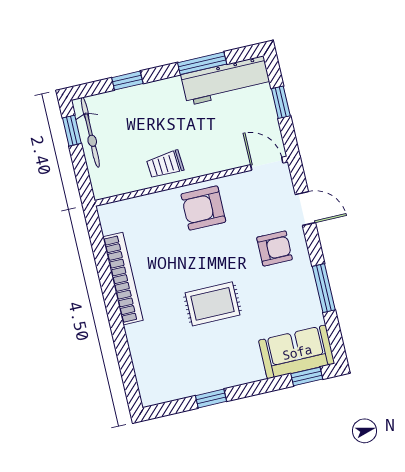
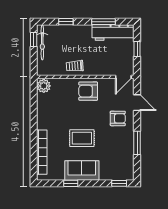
door: (267, 164) -> (123, 77), swing flipped
plant: (113, 218) -> (44, 86), added
bookcase: (123, 279) -> (42, 152), moved
sofa: (297, 352) -> (82, 170), moved

